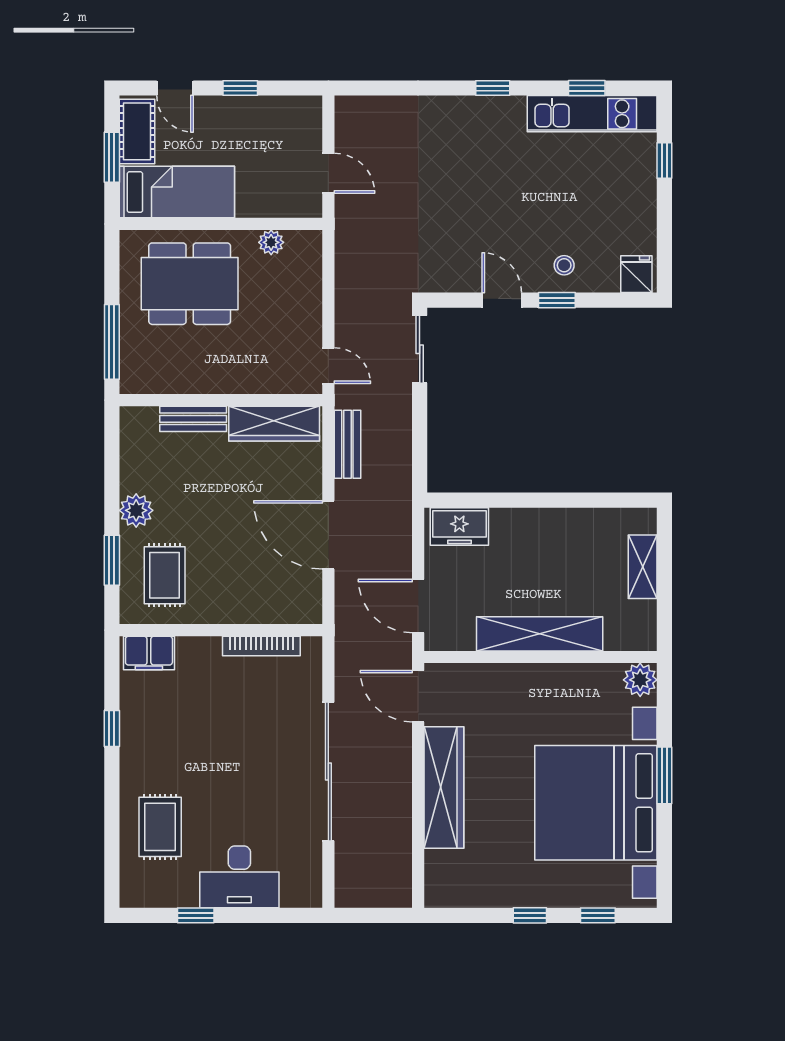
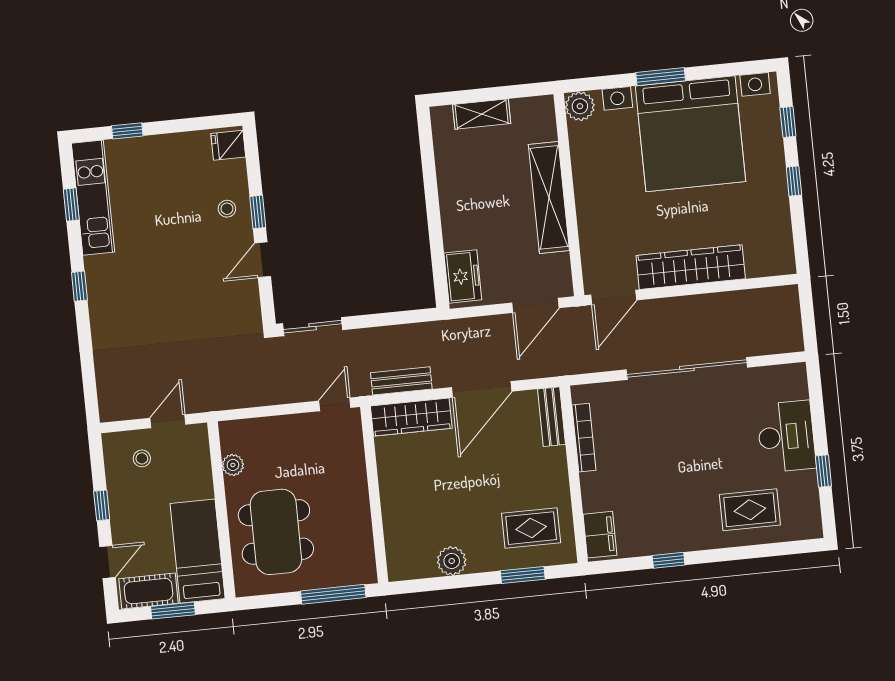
stool: (289, 139) -> (142, 458), added
bench: (193, 419) -> (552, 417), moved
wardrobe: (274, 424) -> (411, 417), moved, turned 90
plant: (136, 510) -> (452, 561), moved

